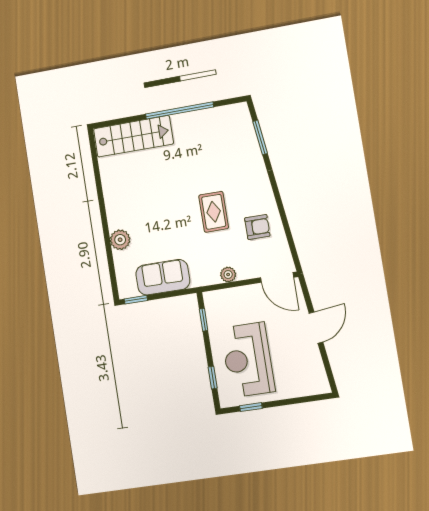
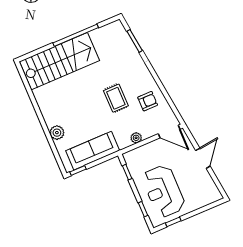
stairs: (133, 136) -> (59, 61), width x1.36, depth x1.51
sofa: (163, 277) -> (93, 151), width x1.36

